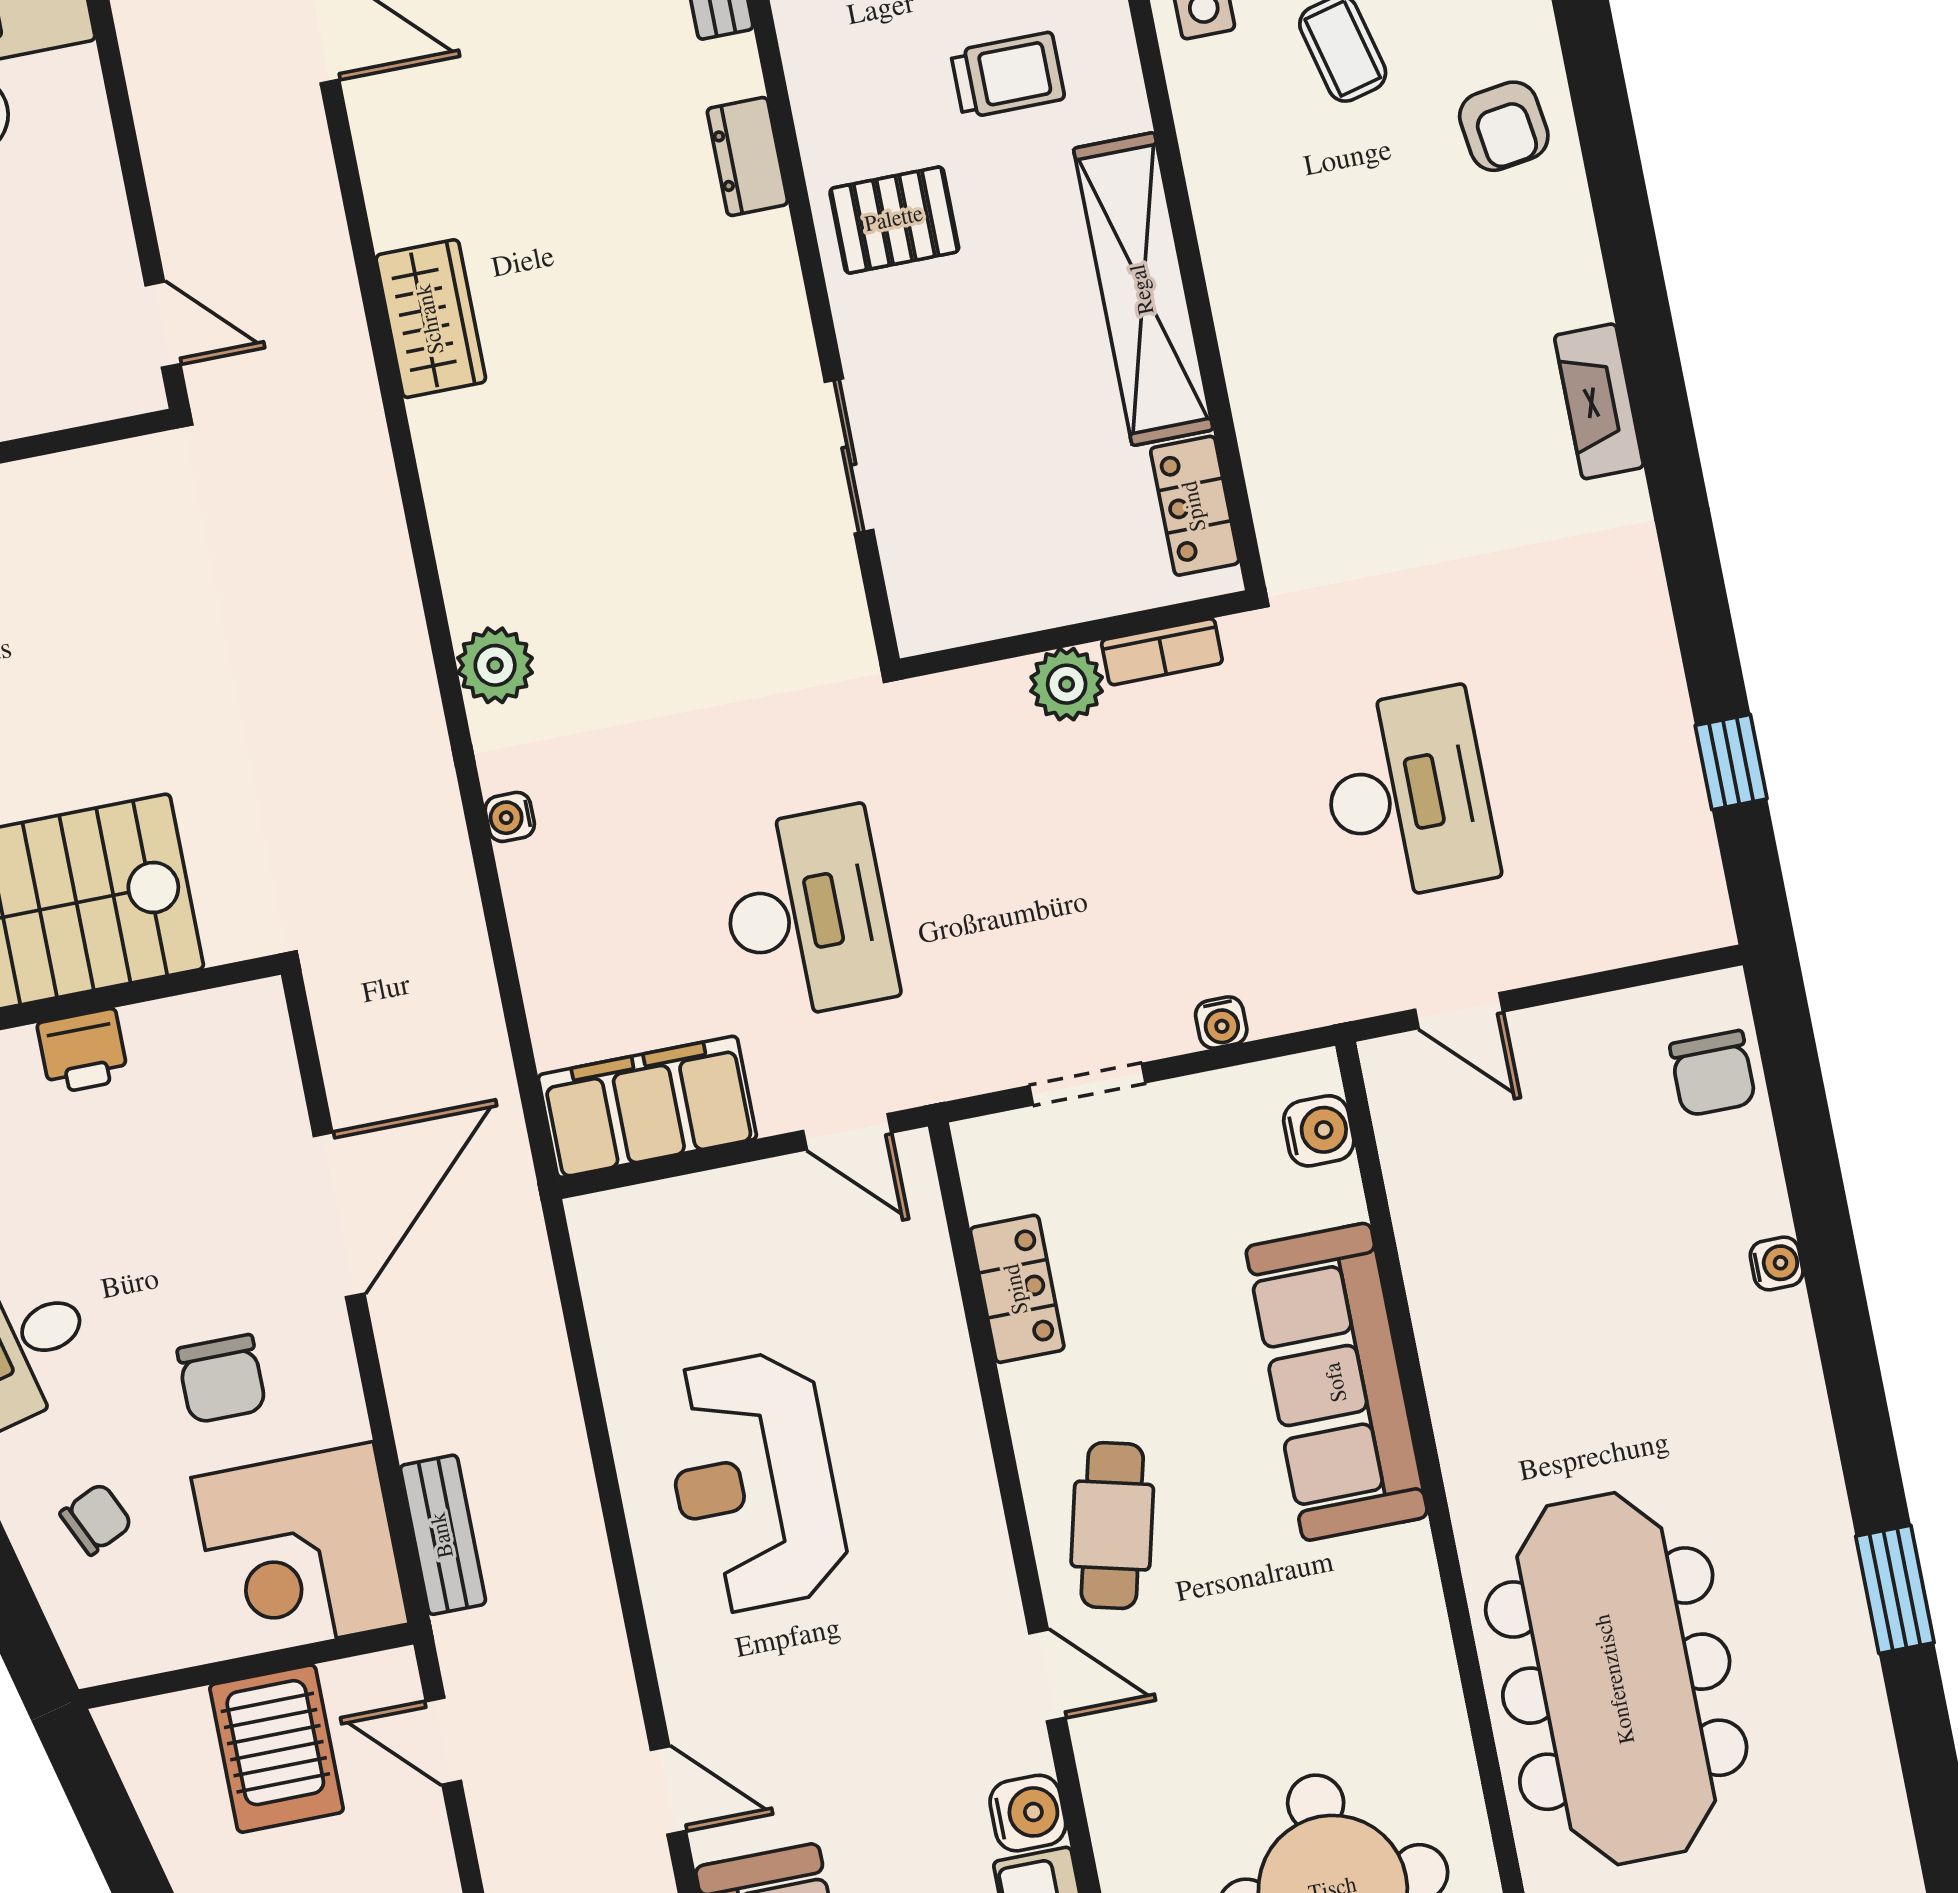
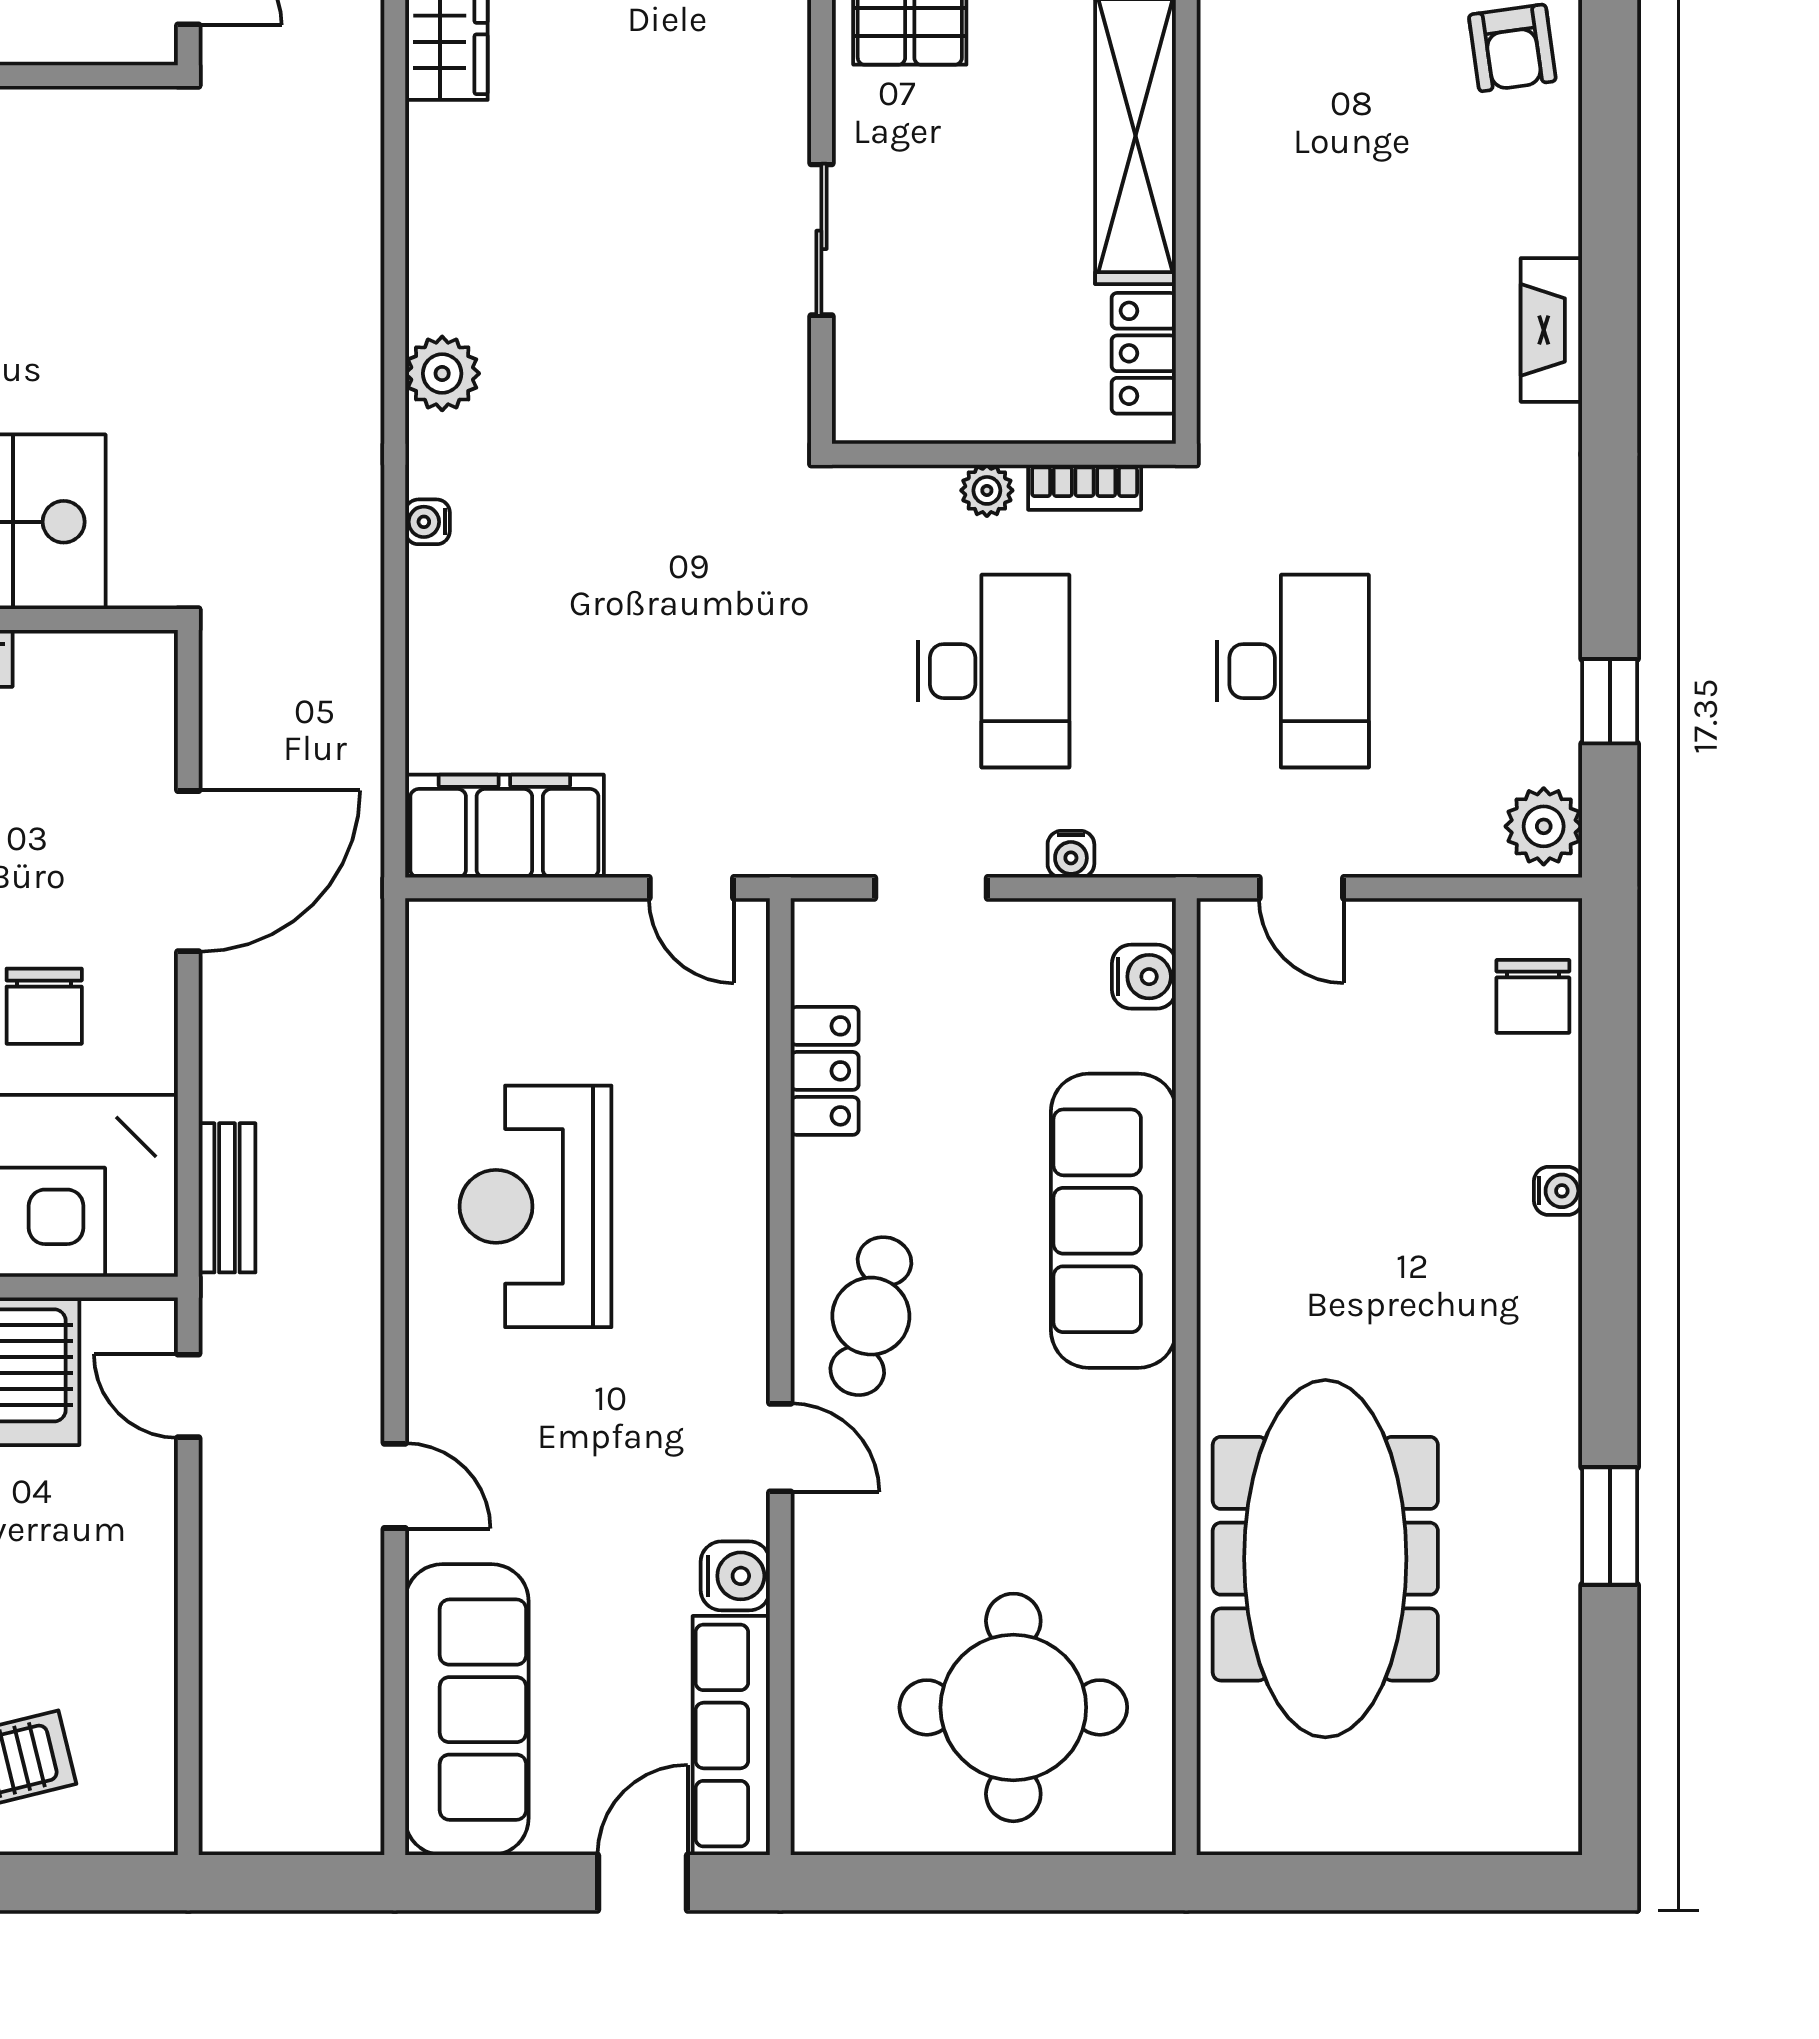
plant: (1067, 684) -> (987, 490), width x0.73, depth x0.73
plant: (1690, 901) -> (1544, 826), added
desk: (807, 914) -> (994, 671), moved

